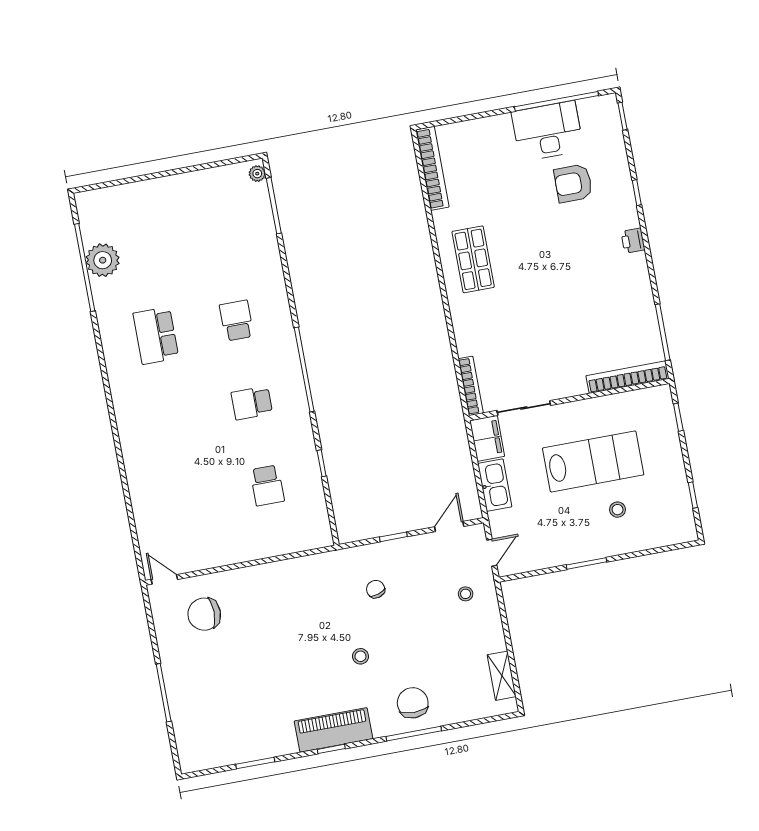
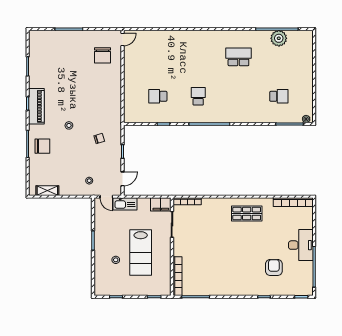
desk: (547, 131) -> (301, 245), moved
printer: (633, 241) -> (242, 291), removed
school desk: (237, 321) -> (279, 96), moved
kitchen sink: (495, 485) -> (125, 204), moved
door: (449, 527) -> (122, 179), hinge flipped
chair: (204, 614) -> (103, 55), turned 180

